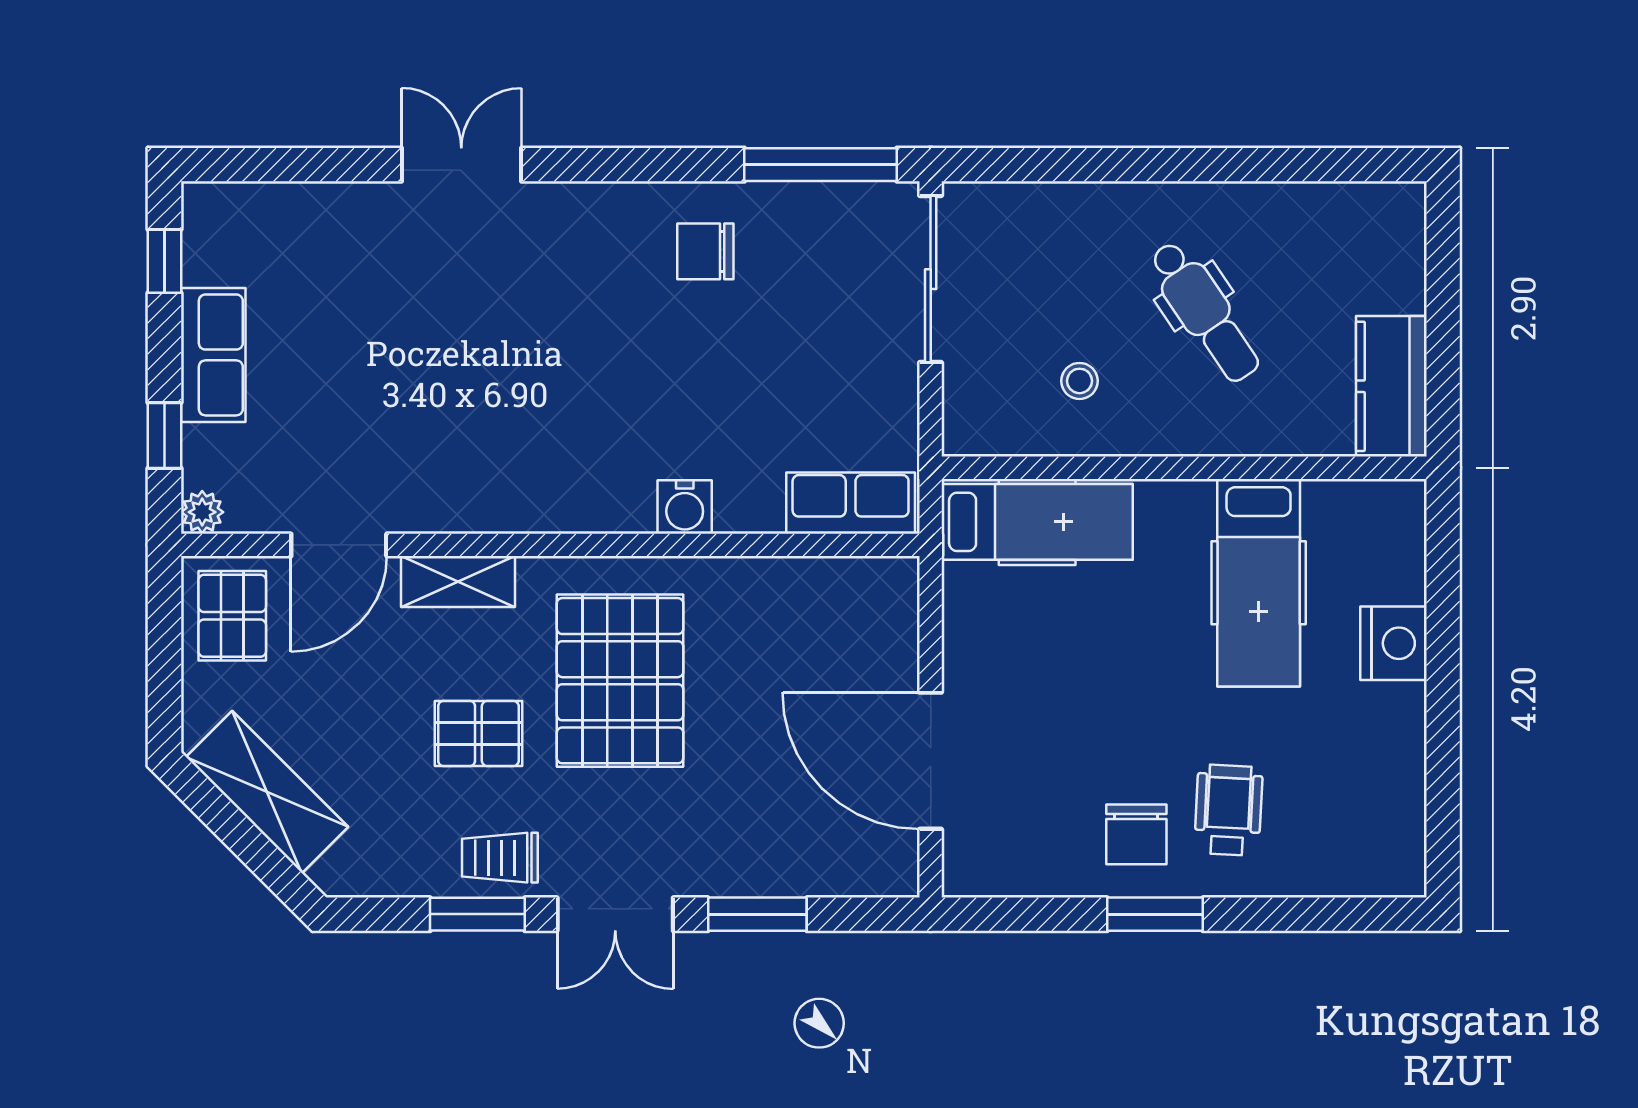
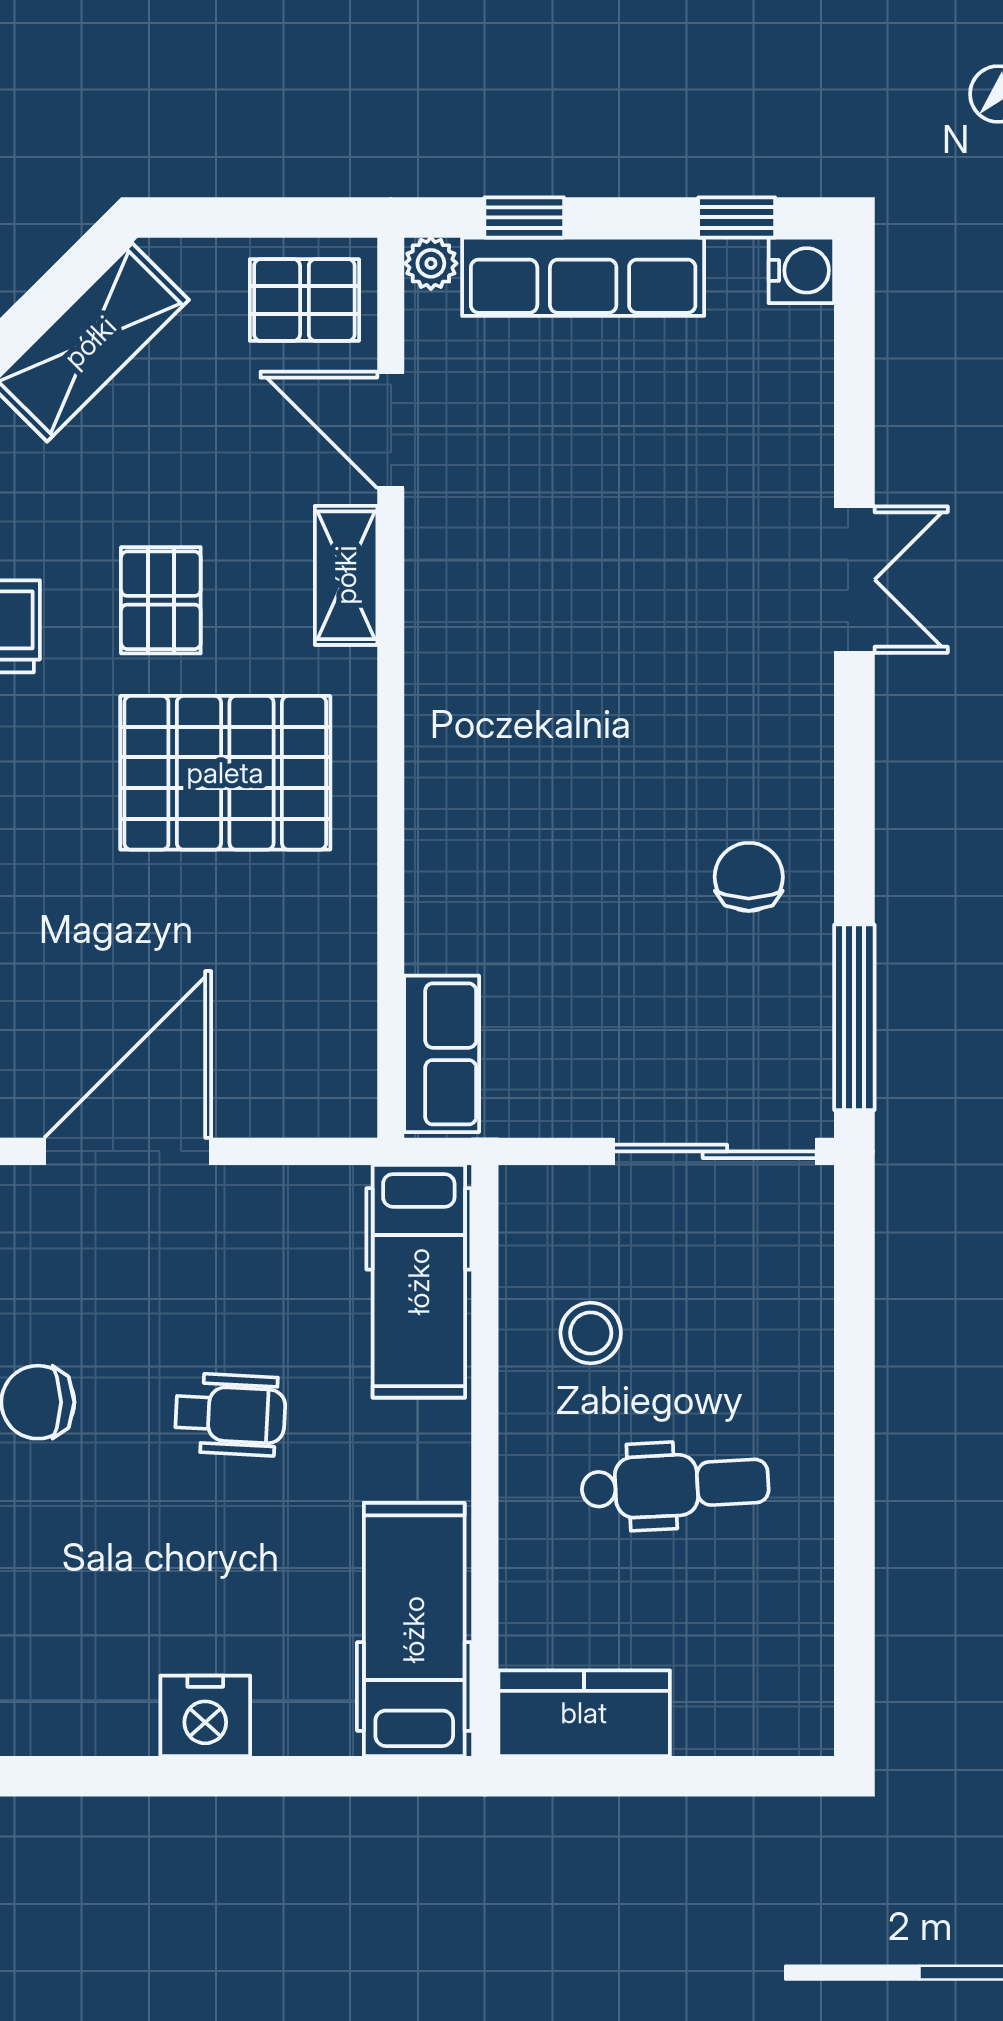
dental chair: (1204, 312) -> (675, 1485), turned -149
row of seats: (213, 355) -> (583, 277), width x1.48
stool: (1080, 381) -> (591, 1333), width x1.37, depth x1.37
water cooler: (685, 507) -> (801, 270), moved, turned 180
hospital bed: (1259, 583) -> (414, 1629), moved, turned 90
nightstand: (1394, 643) -> (205, 1716), moved
wheelchair: (1228, 810) -> (230, 1414), moved

